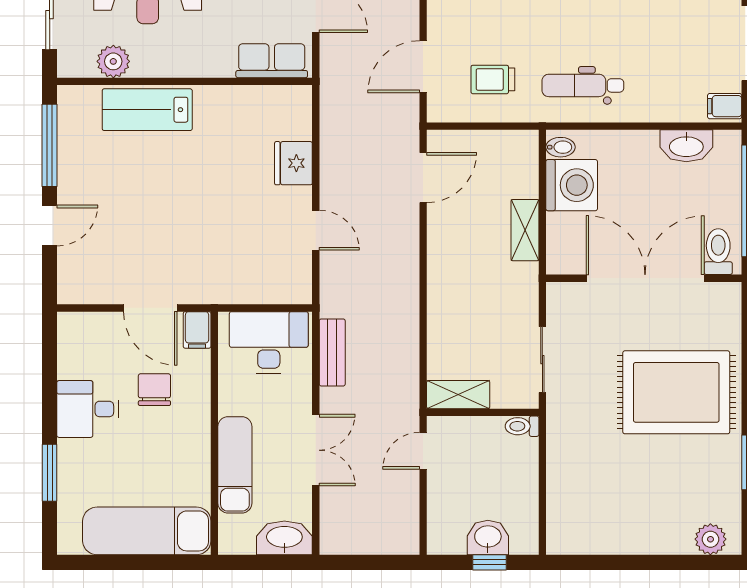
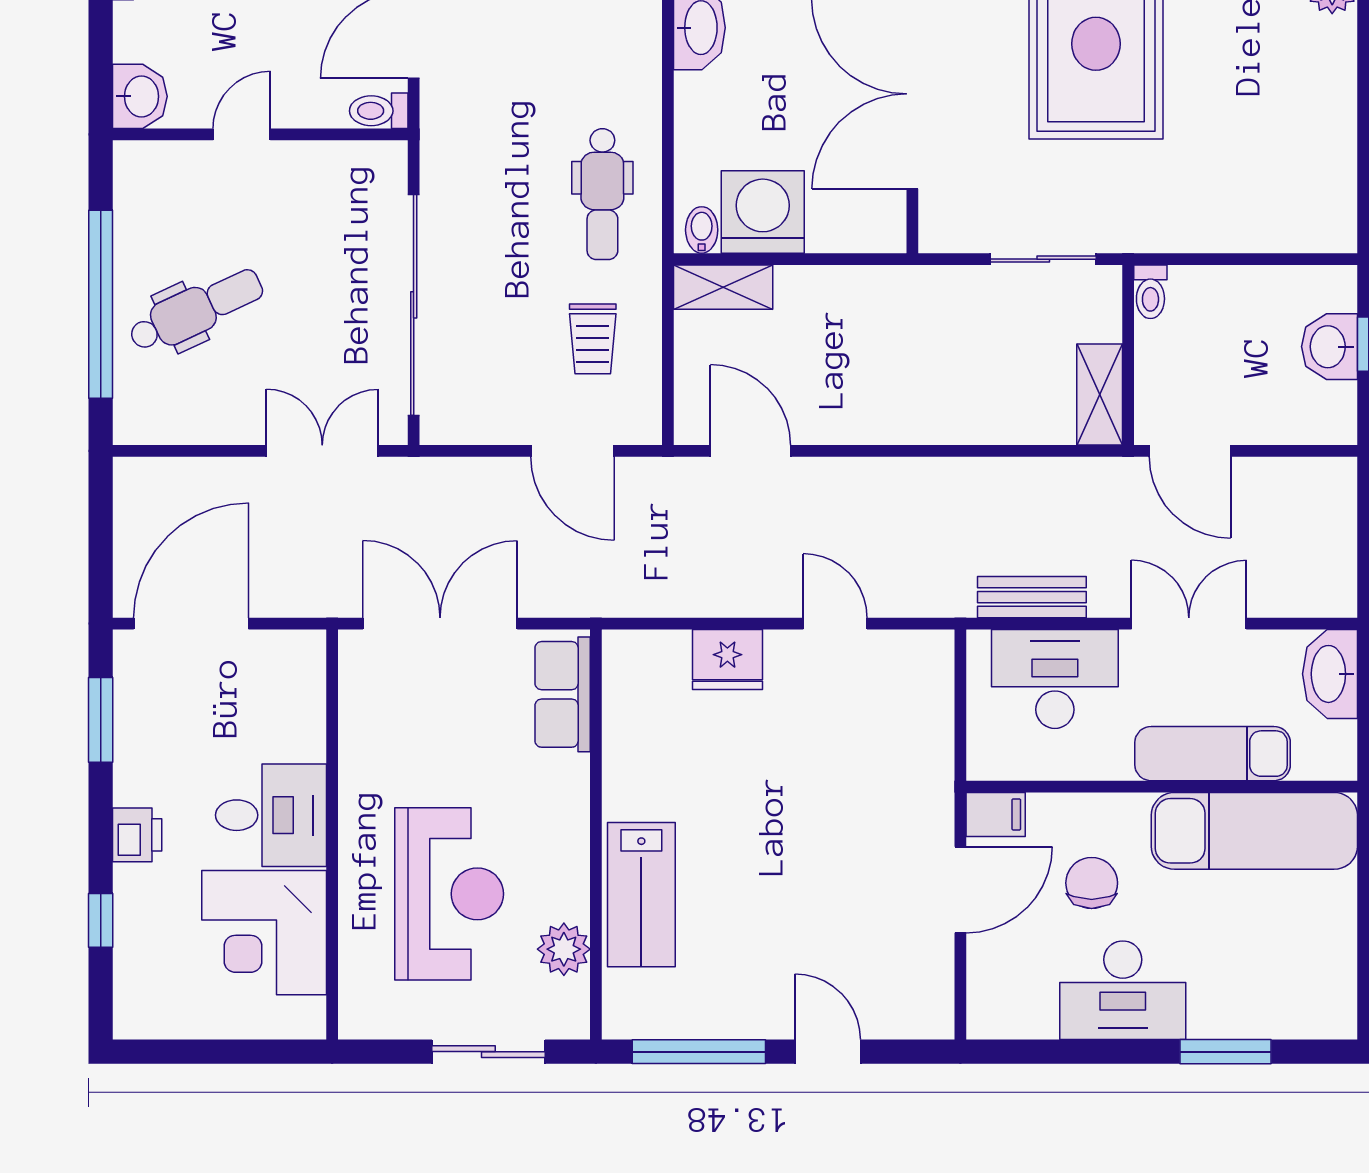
door: (316, 230) -> (835, 624), hinge flipped
shelving: (525, 230) -> (723, 287), moved
desk: (269, 342) -> (1055, 679), moved, turned 90
chair: (154, 390) -> (1092, 883), turned 90
desk: (88, 409) -> (1123, 990), width x1.37
door: (423, 451) -> (1190, 451), width x1.37
exam couch: (147, 531) -> (1254, 831), moved, turned -90

